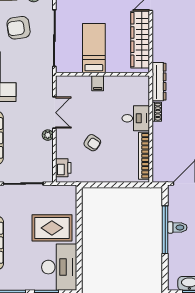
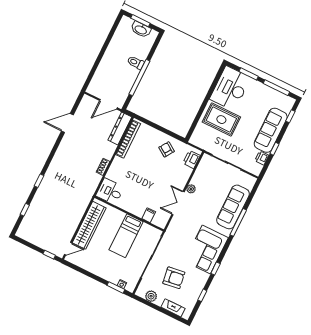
dresser: (159, 82) -> (120, 129), moved
filing cabinet: (98, 83) -> (149, 215), moved
desk: (136, 118) -> (110, 191), moved
armchair: (92, 143) -> (167, 149), moved
toilet: (177, 227) -> (136, 63), moved

